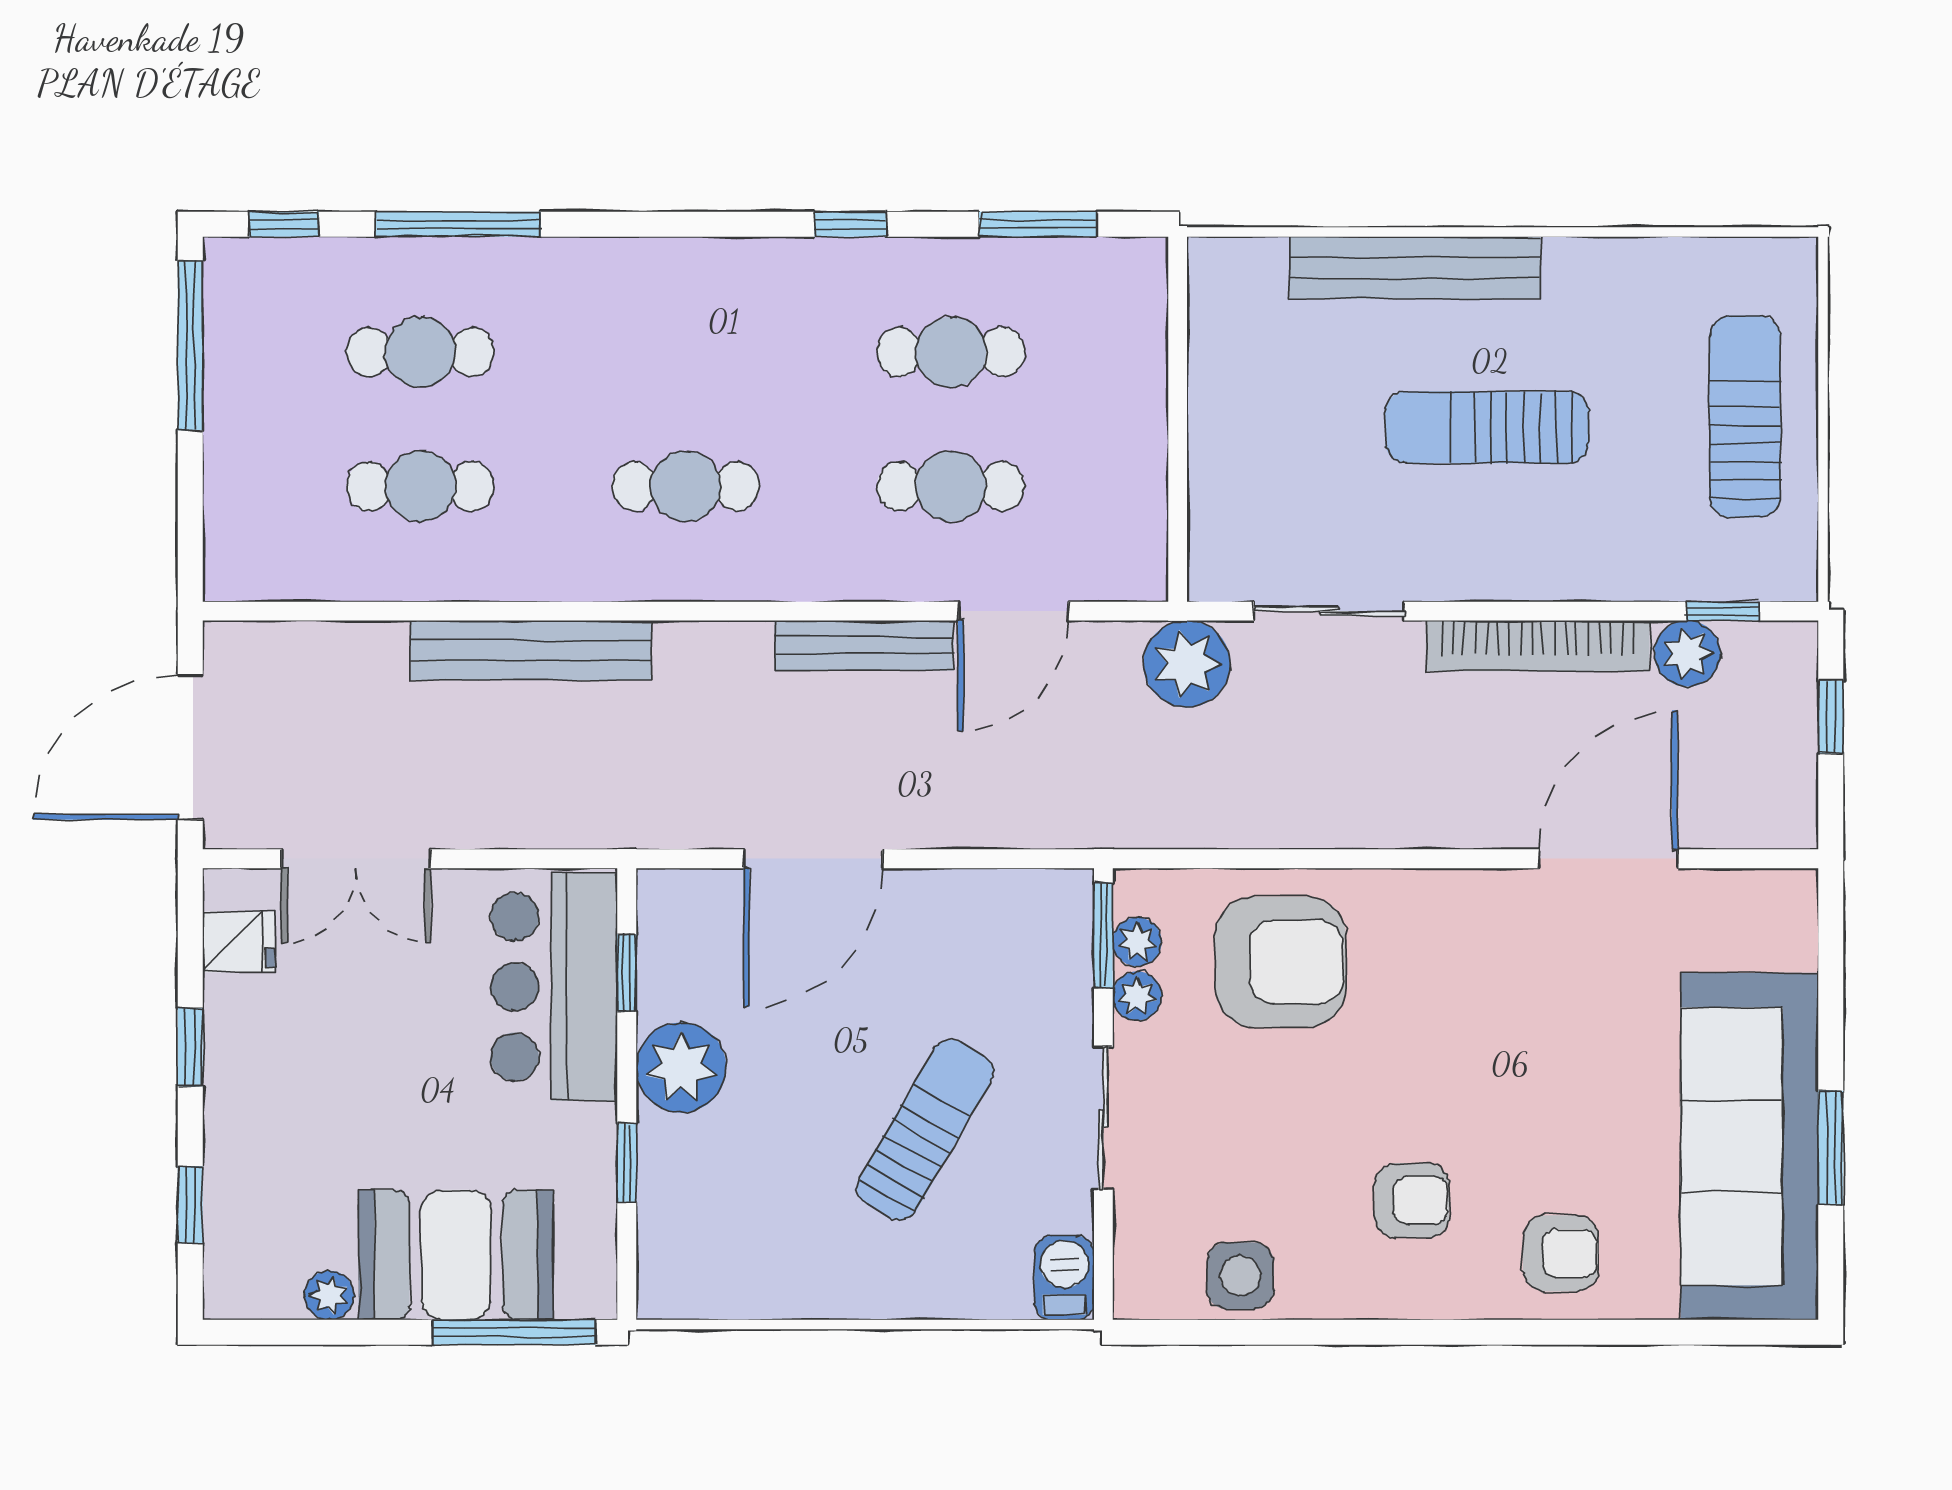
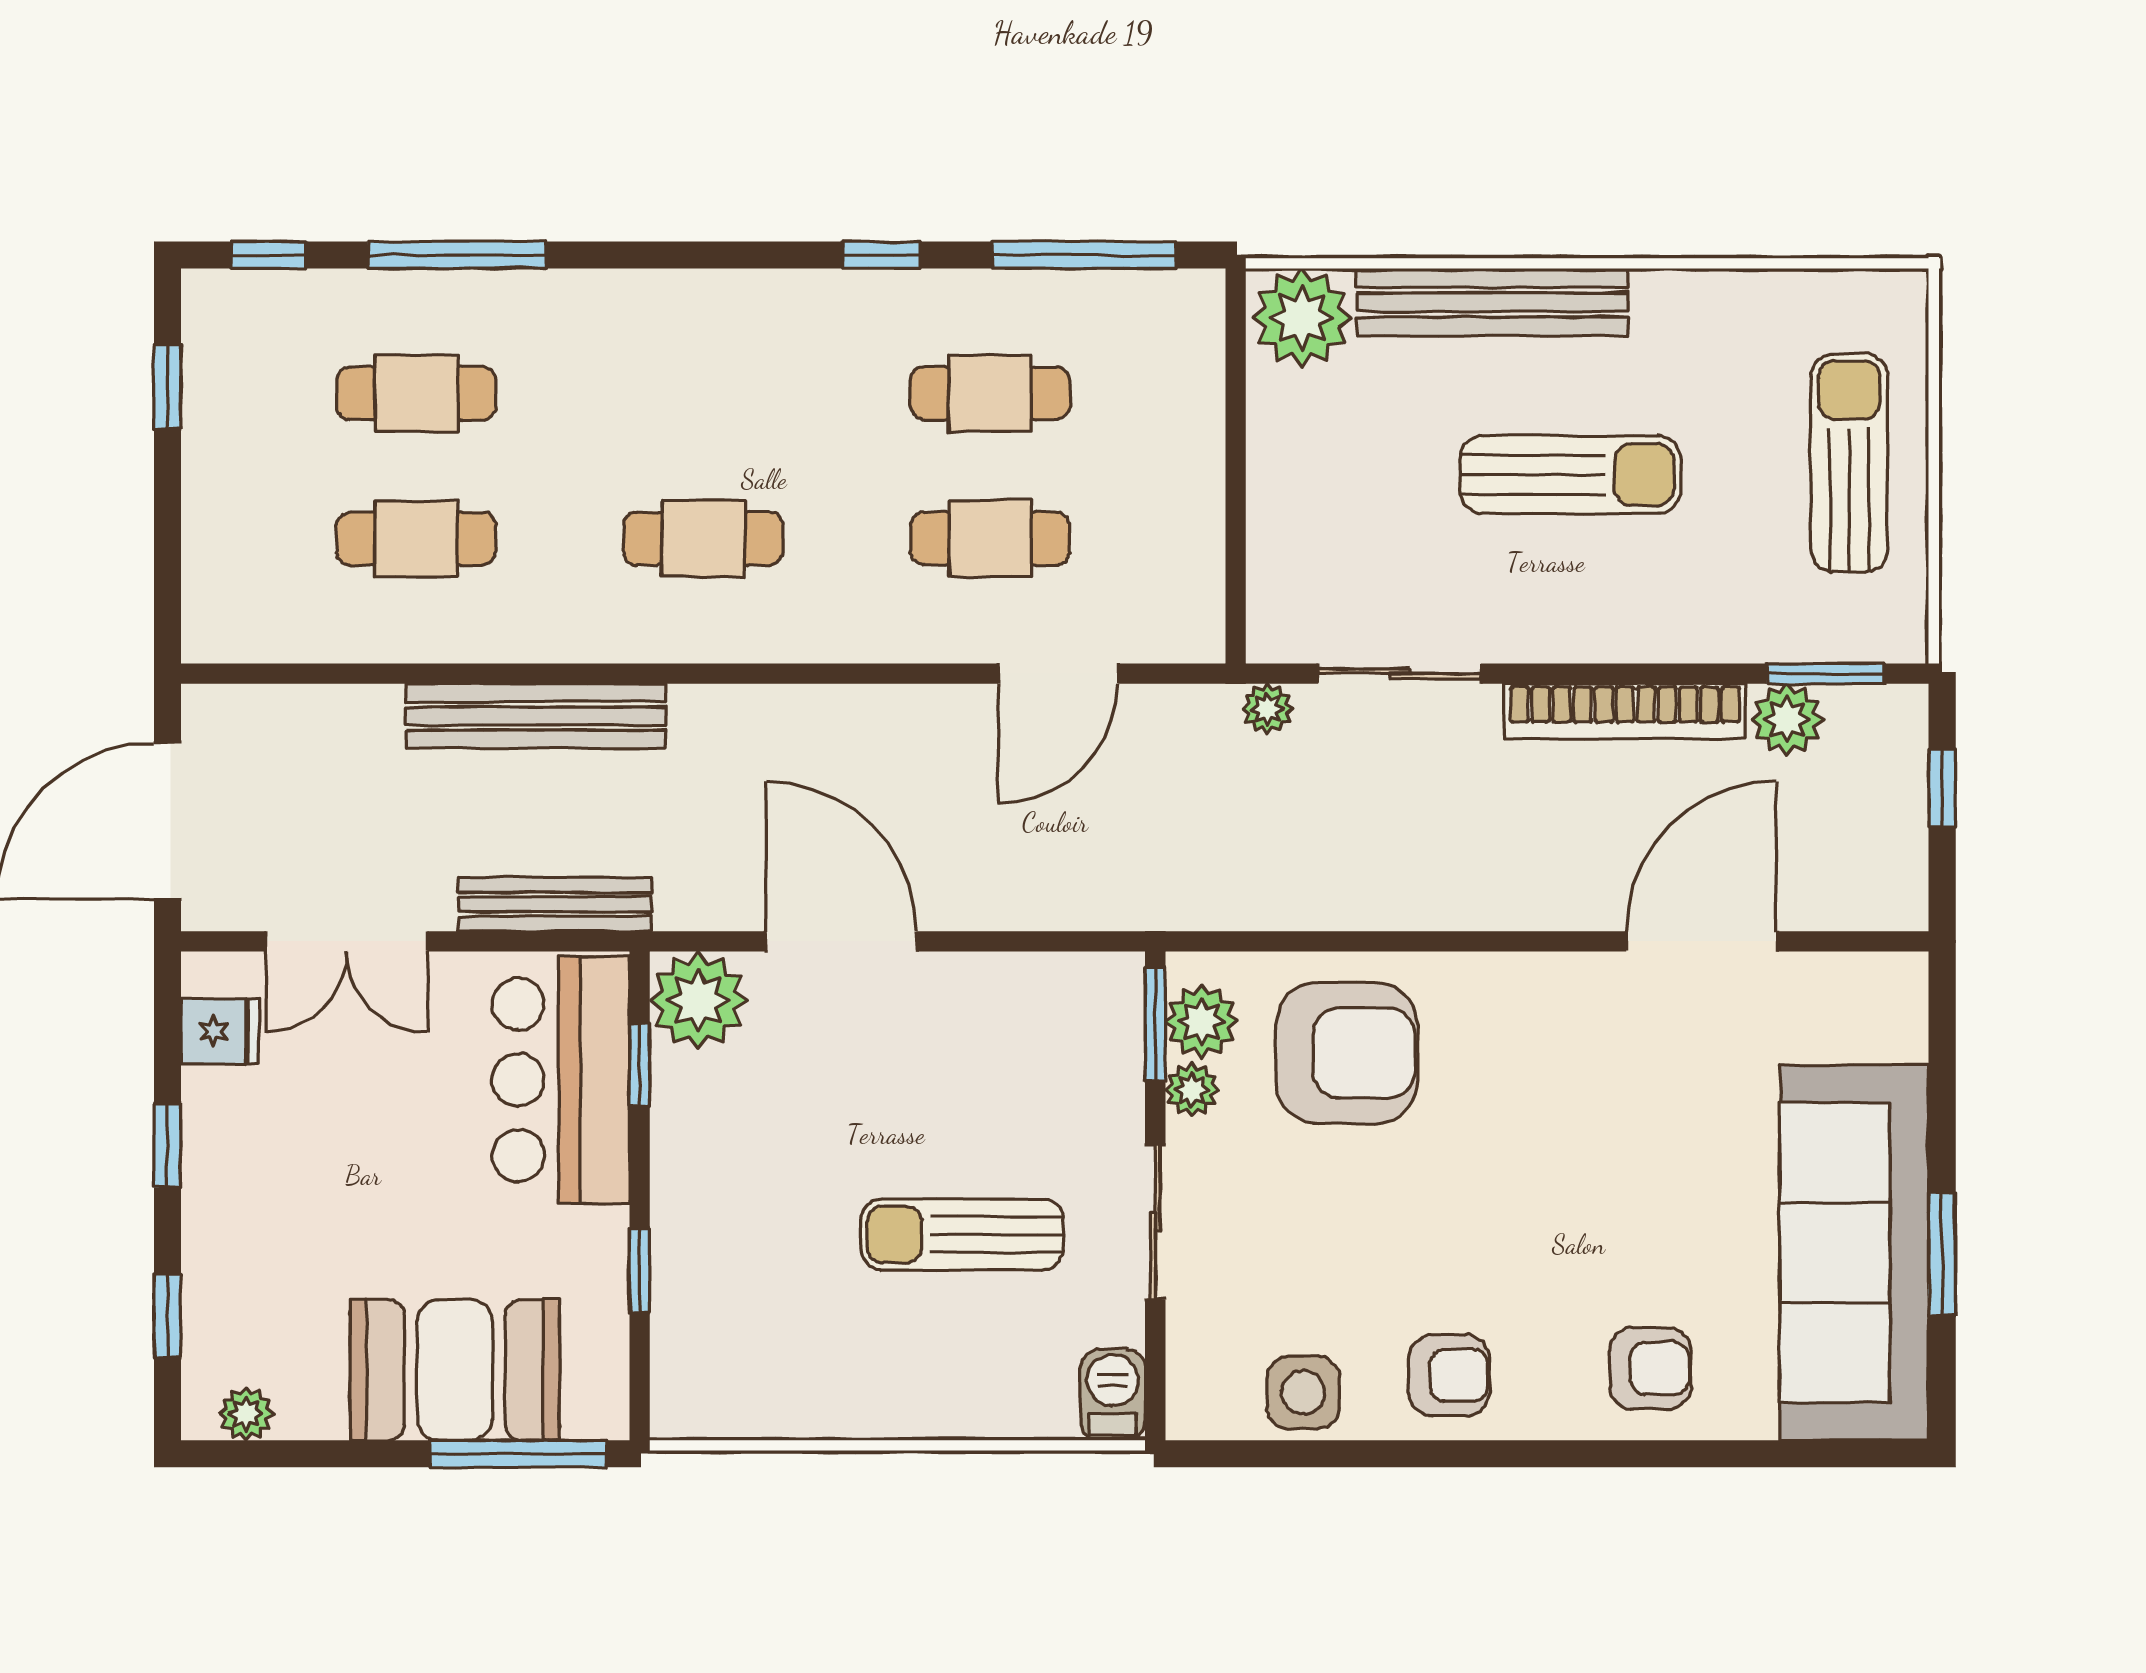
window: (1038, 224) -> (1084, 255), width x1.44
plant: (1239, 282) -> (1302, 318), added
window: (190, 346) -> (167, 386), width x0.46
sun lounger: (1487, 427) -> (1570, 475), turned 180
window: (1723, 611) -> (1825, 674), width x1.50
bench: (864, 645) -> (555, 904), moved
plant: (1187, 664) -> (1267, 709), width x0.53, depth x0.53
door: (813, 859) -> (841, 941), swing flipped
plant: (1137, 942) -> (1202, 1021), width x1.38, depth x1.38
plant: (681, 1068) -> (698, 1000), moved
sun lounger: (925, 1130) -> (962, 1235), turned -120
armchair: (1412, 1201) -> (1449, 1375), moved
plant: (329, 1295) -> (246, 1414), moved

